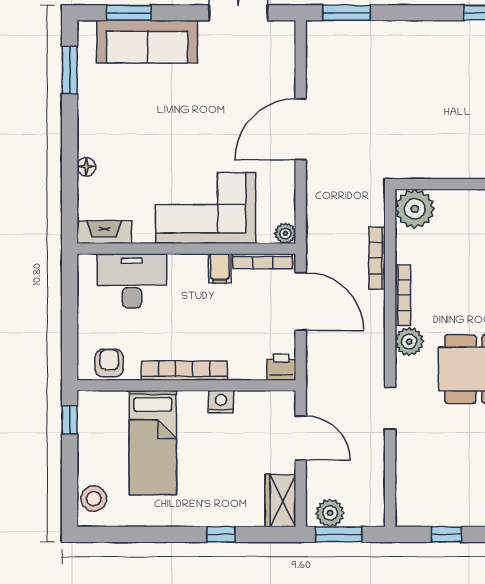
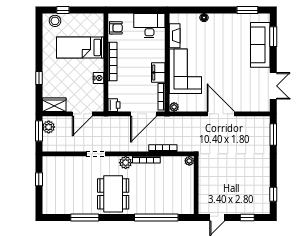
plant: (415, 209) -> (189, 161), width x0.53, depth x0.53
fireplace: (104, 232) -> (175, 36), moved
filing cabinet: (220, 268) -> (158, 72), width x2.00
desk: (132, 281) -> (149, 26), moved, turned -90
window: (70, 420) -> (63, 10), moved

